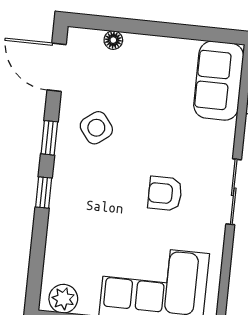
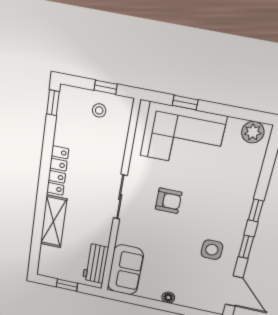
floor lamp: (113, 40) -> (168, 298), moved
side table: (96, 128) -> (212, 250), turned 37

